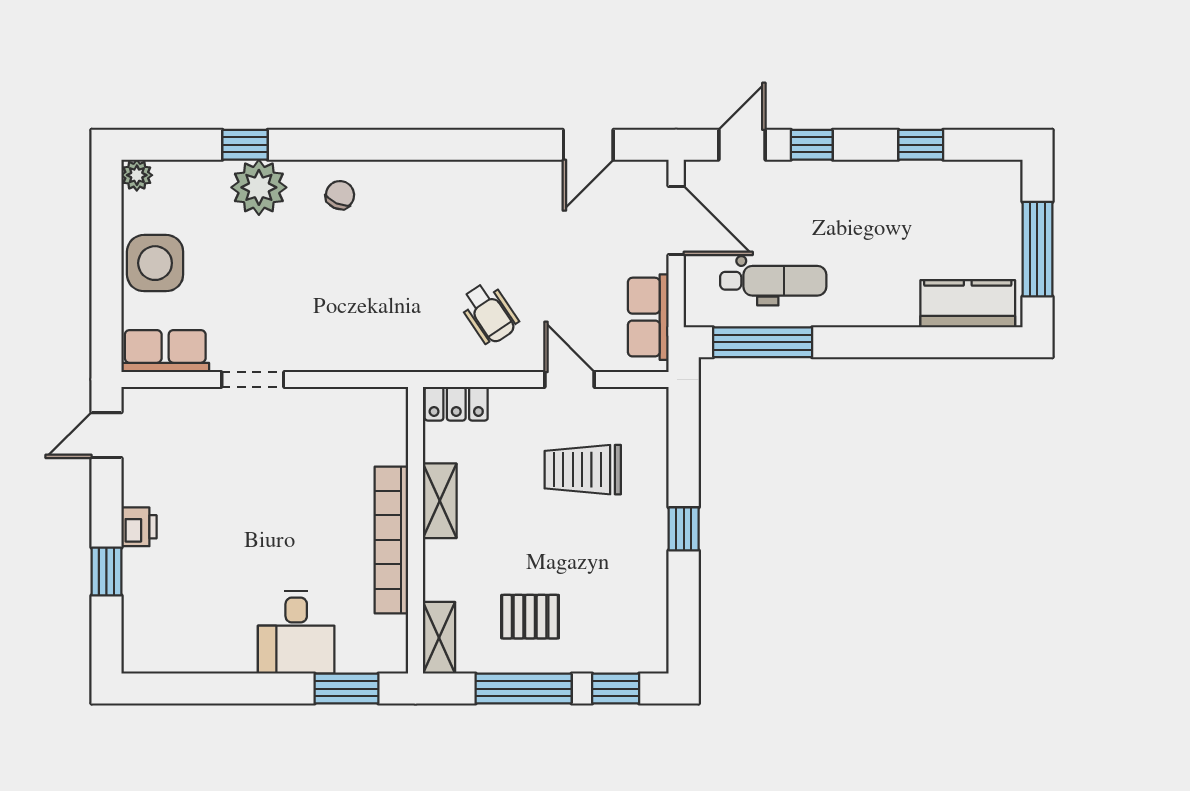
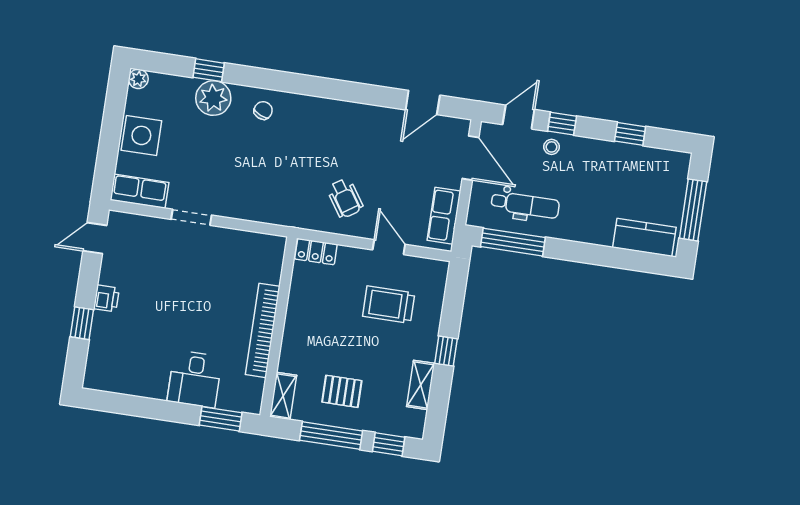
stool: (801, 184) -> (552, 147), added
shelving: (440, 501) -> (421, 385), moved

